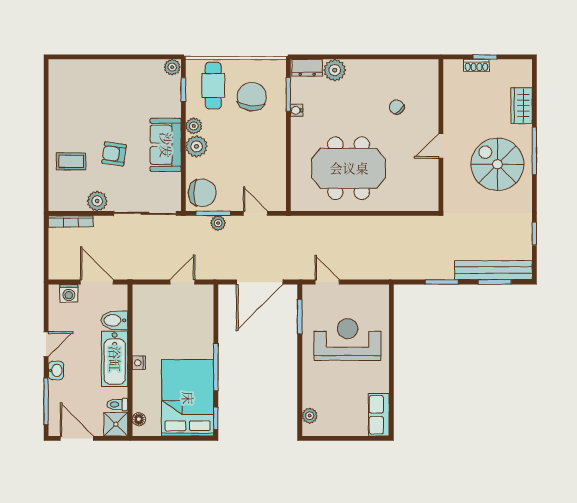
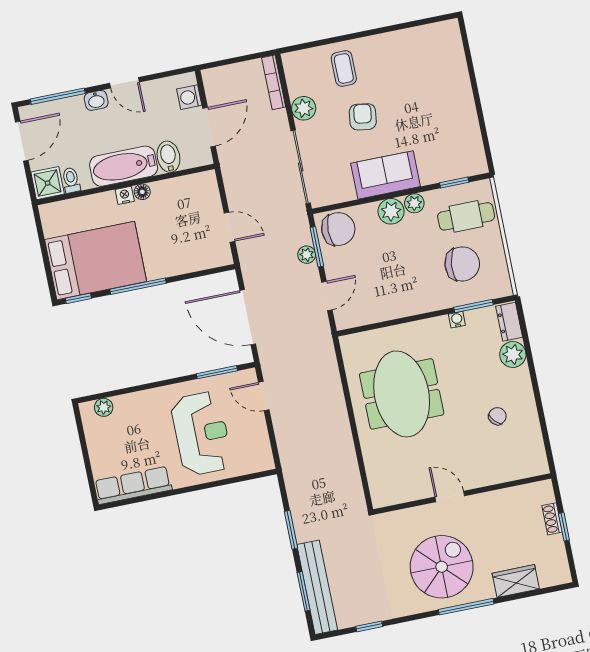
plant: (172, 67) -> (478, 164), removed
chair: (397, 107) -> (497, 416), moved
chair: (202, 193) -> (338, 229), turned -90
door: (327, 282) -> (264, 396), swing flipped
row of seats: (379, 415) -> (133, 485), width x1.48
floor lamp: (139, 419) -> (142, 192), moved

